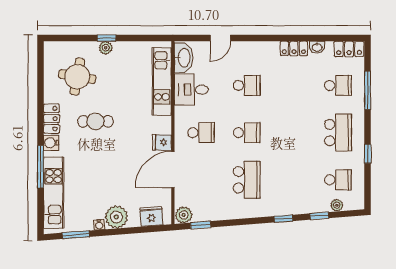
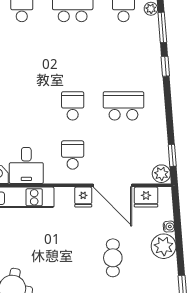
school desk: (247, 85) -> (22, 106), removed
cafe table: (95, 121) -> (113, 258), moved
fridge: (151, 216) -> (146, 197), moved, turned -86
window: (319, 216) -> (162, 27), width x1.50
water cooler: (99, 225) -> (169, 227), moved

